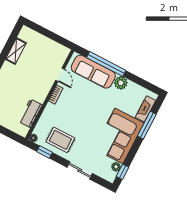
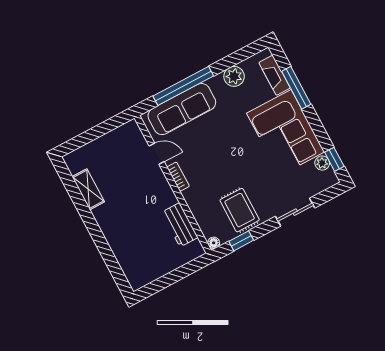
plant: (121, 83) -> (234, 76), moved
rug: (60, 140) -> (240, 210), turned 90

